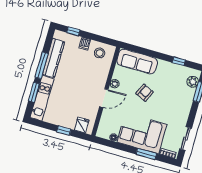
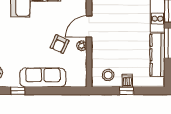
window: (73, 31) -> (127, 91), moved
sofa: (137, 61) -> (43, 78), moved
armchair: (145, 93) -> (60, 44), moved

